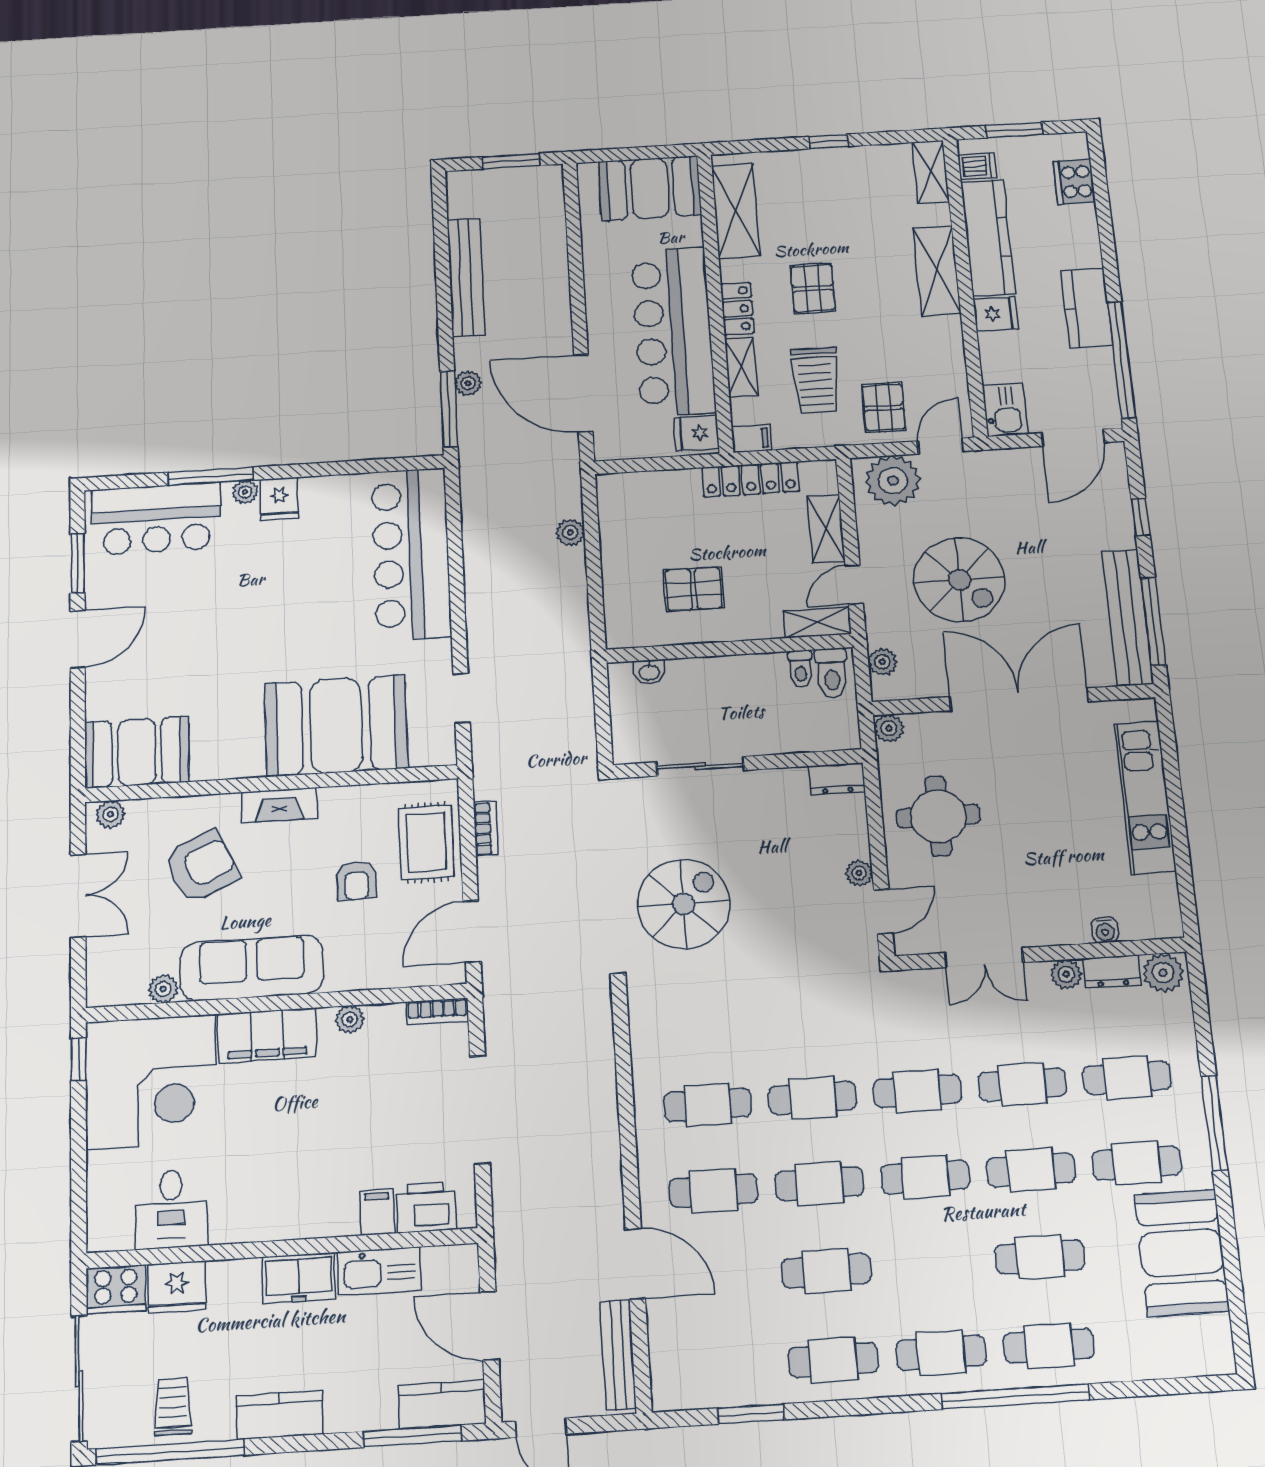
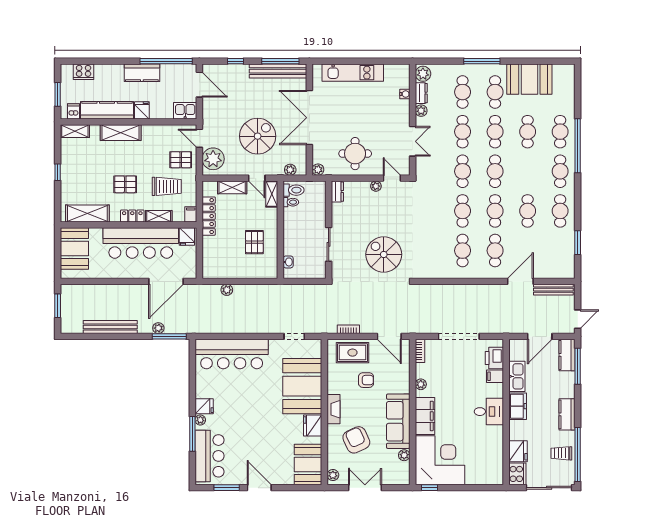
fridge: (236, 757) -> (313, 426), added
desk: (171, 1209) -> (489, 412), moved

